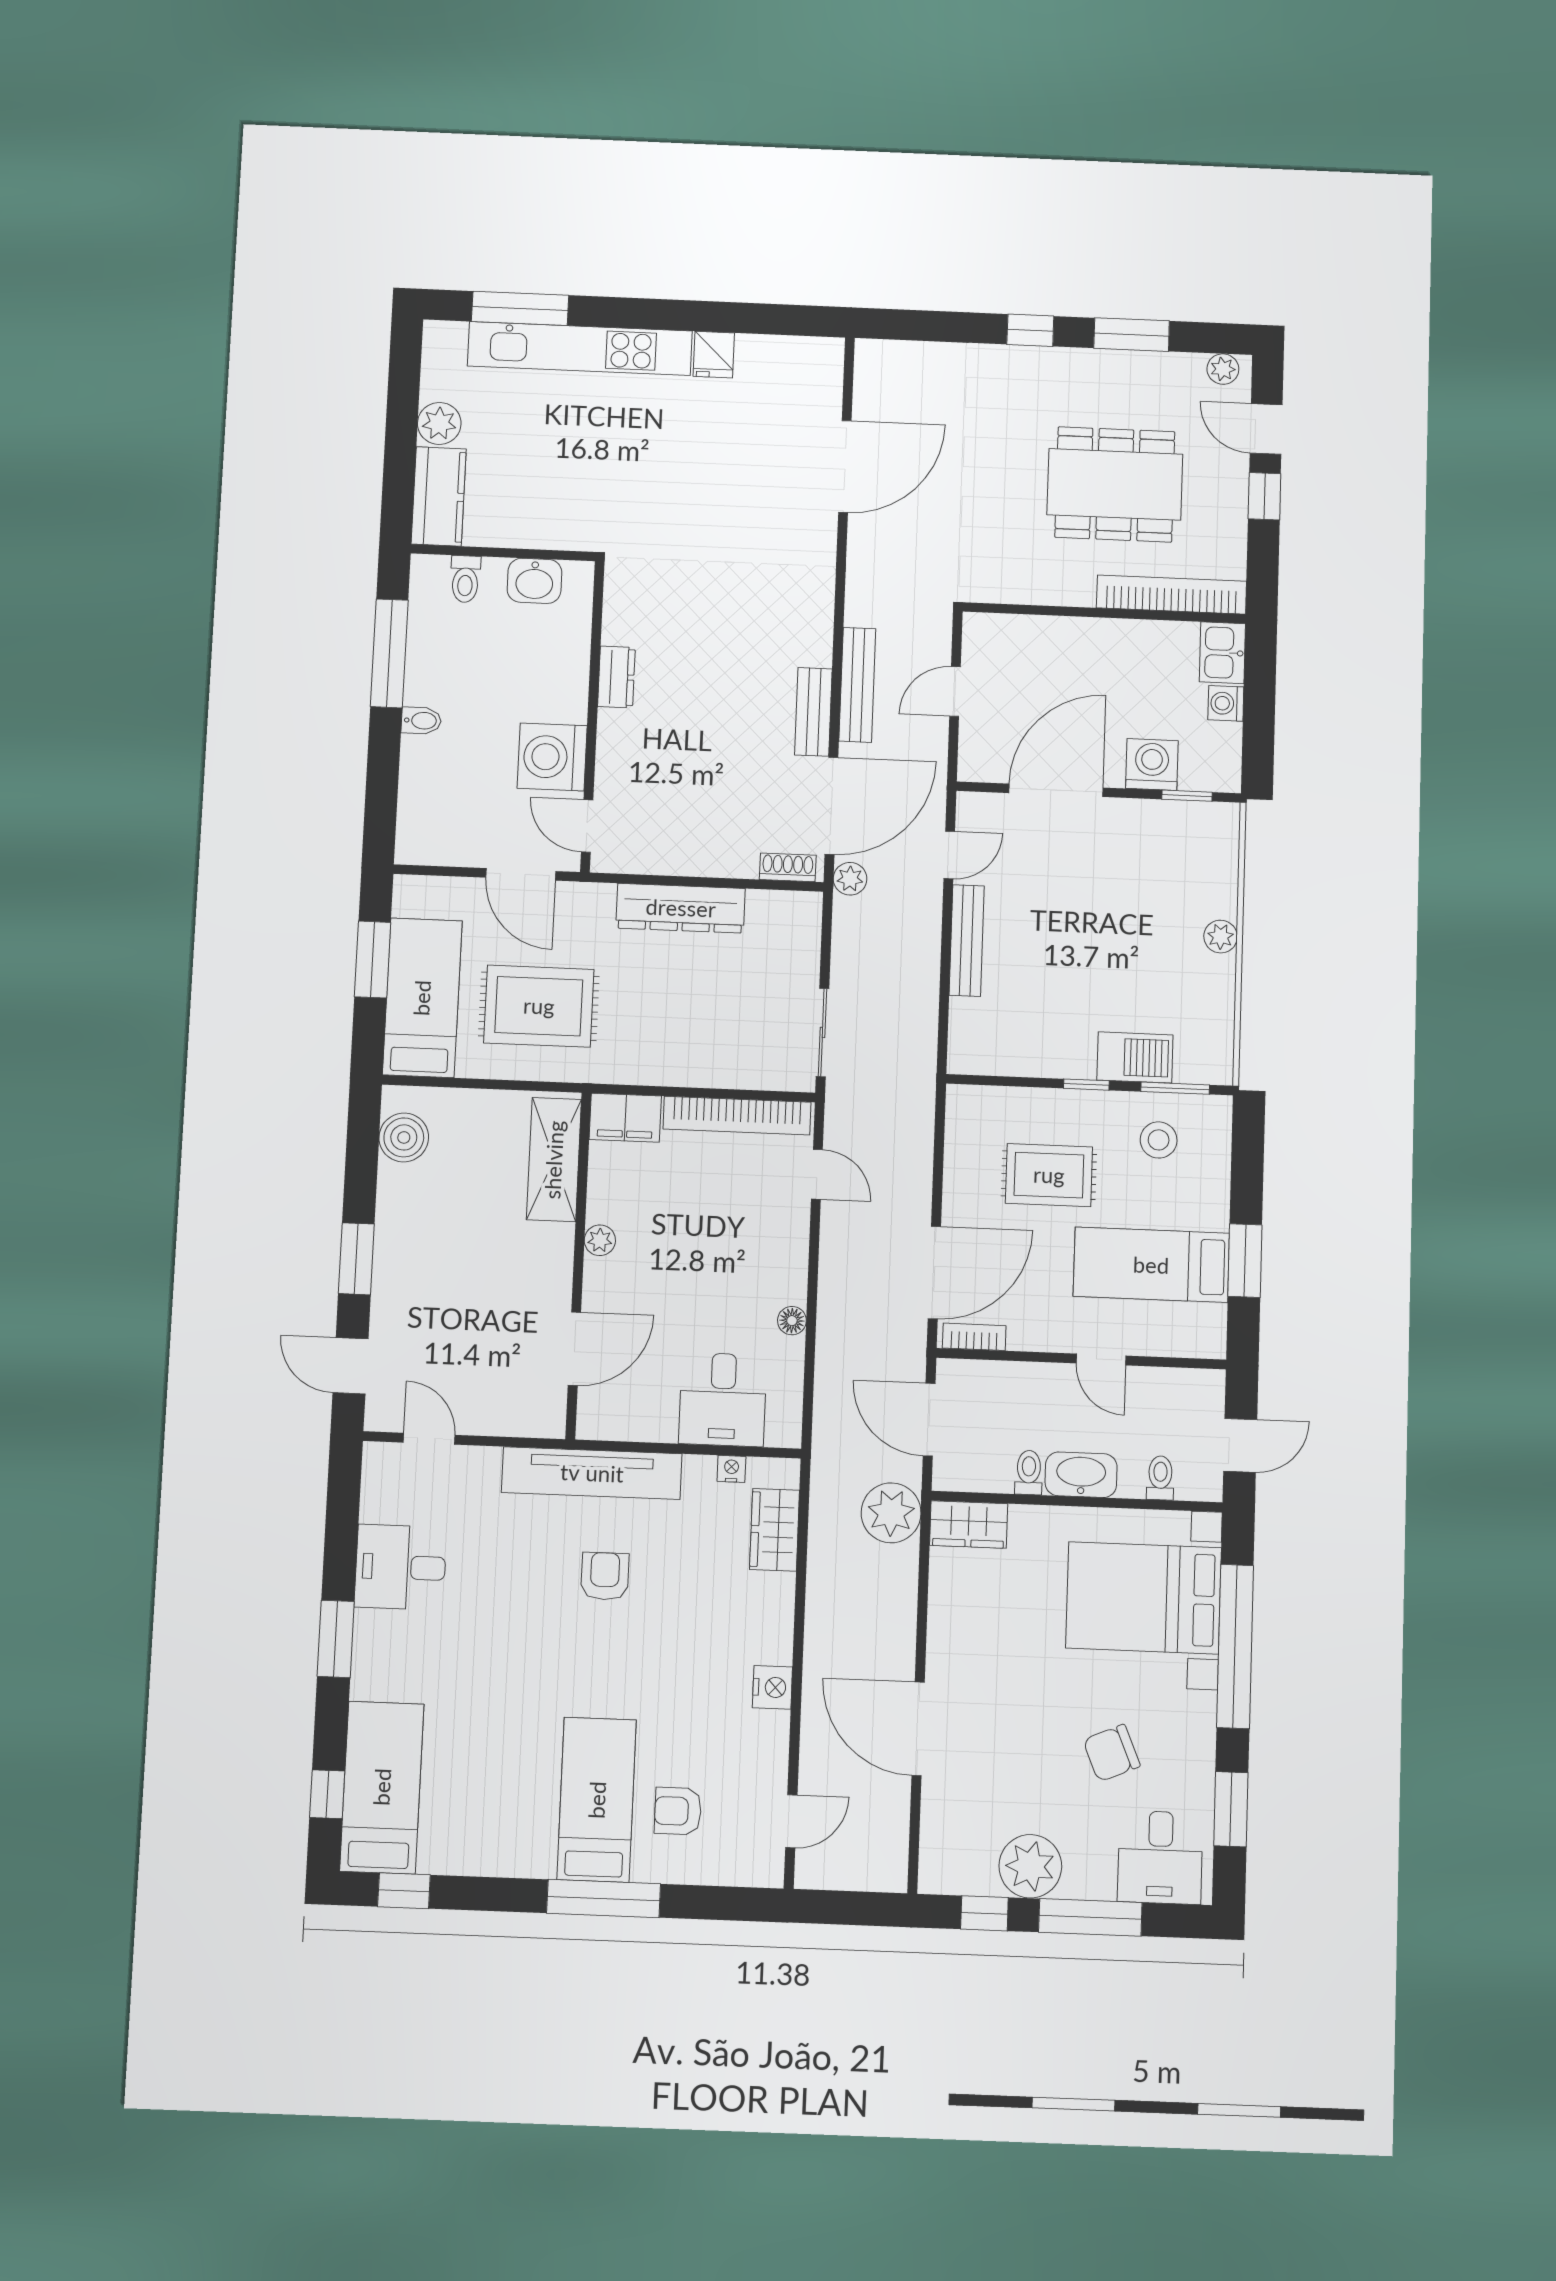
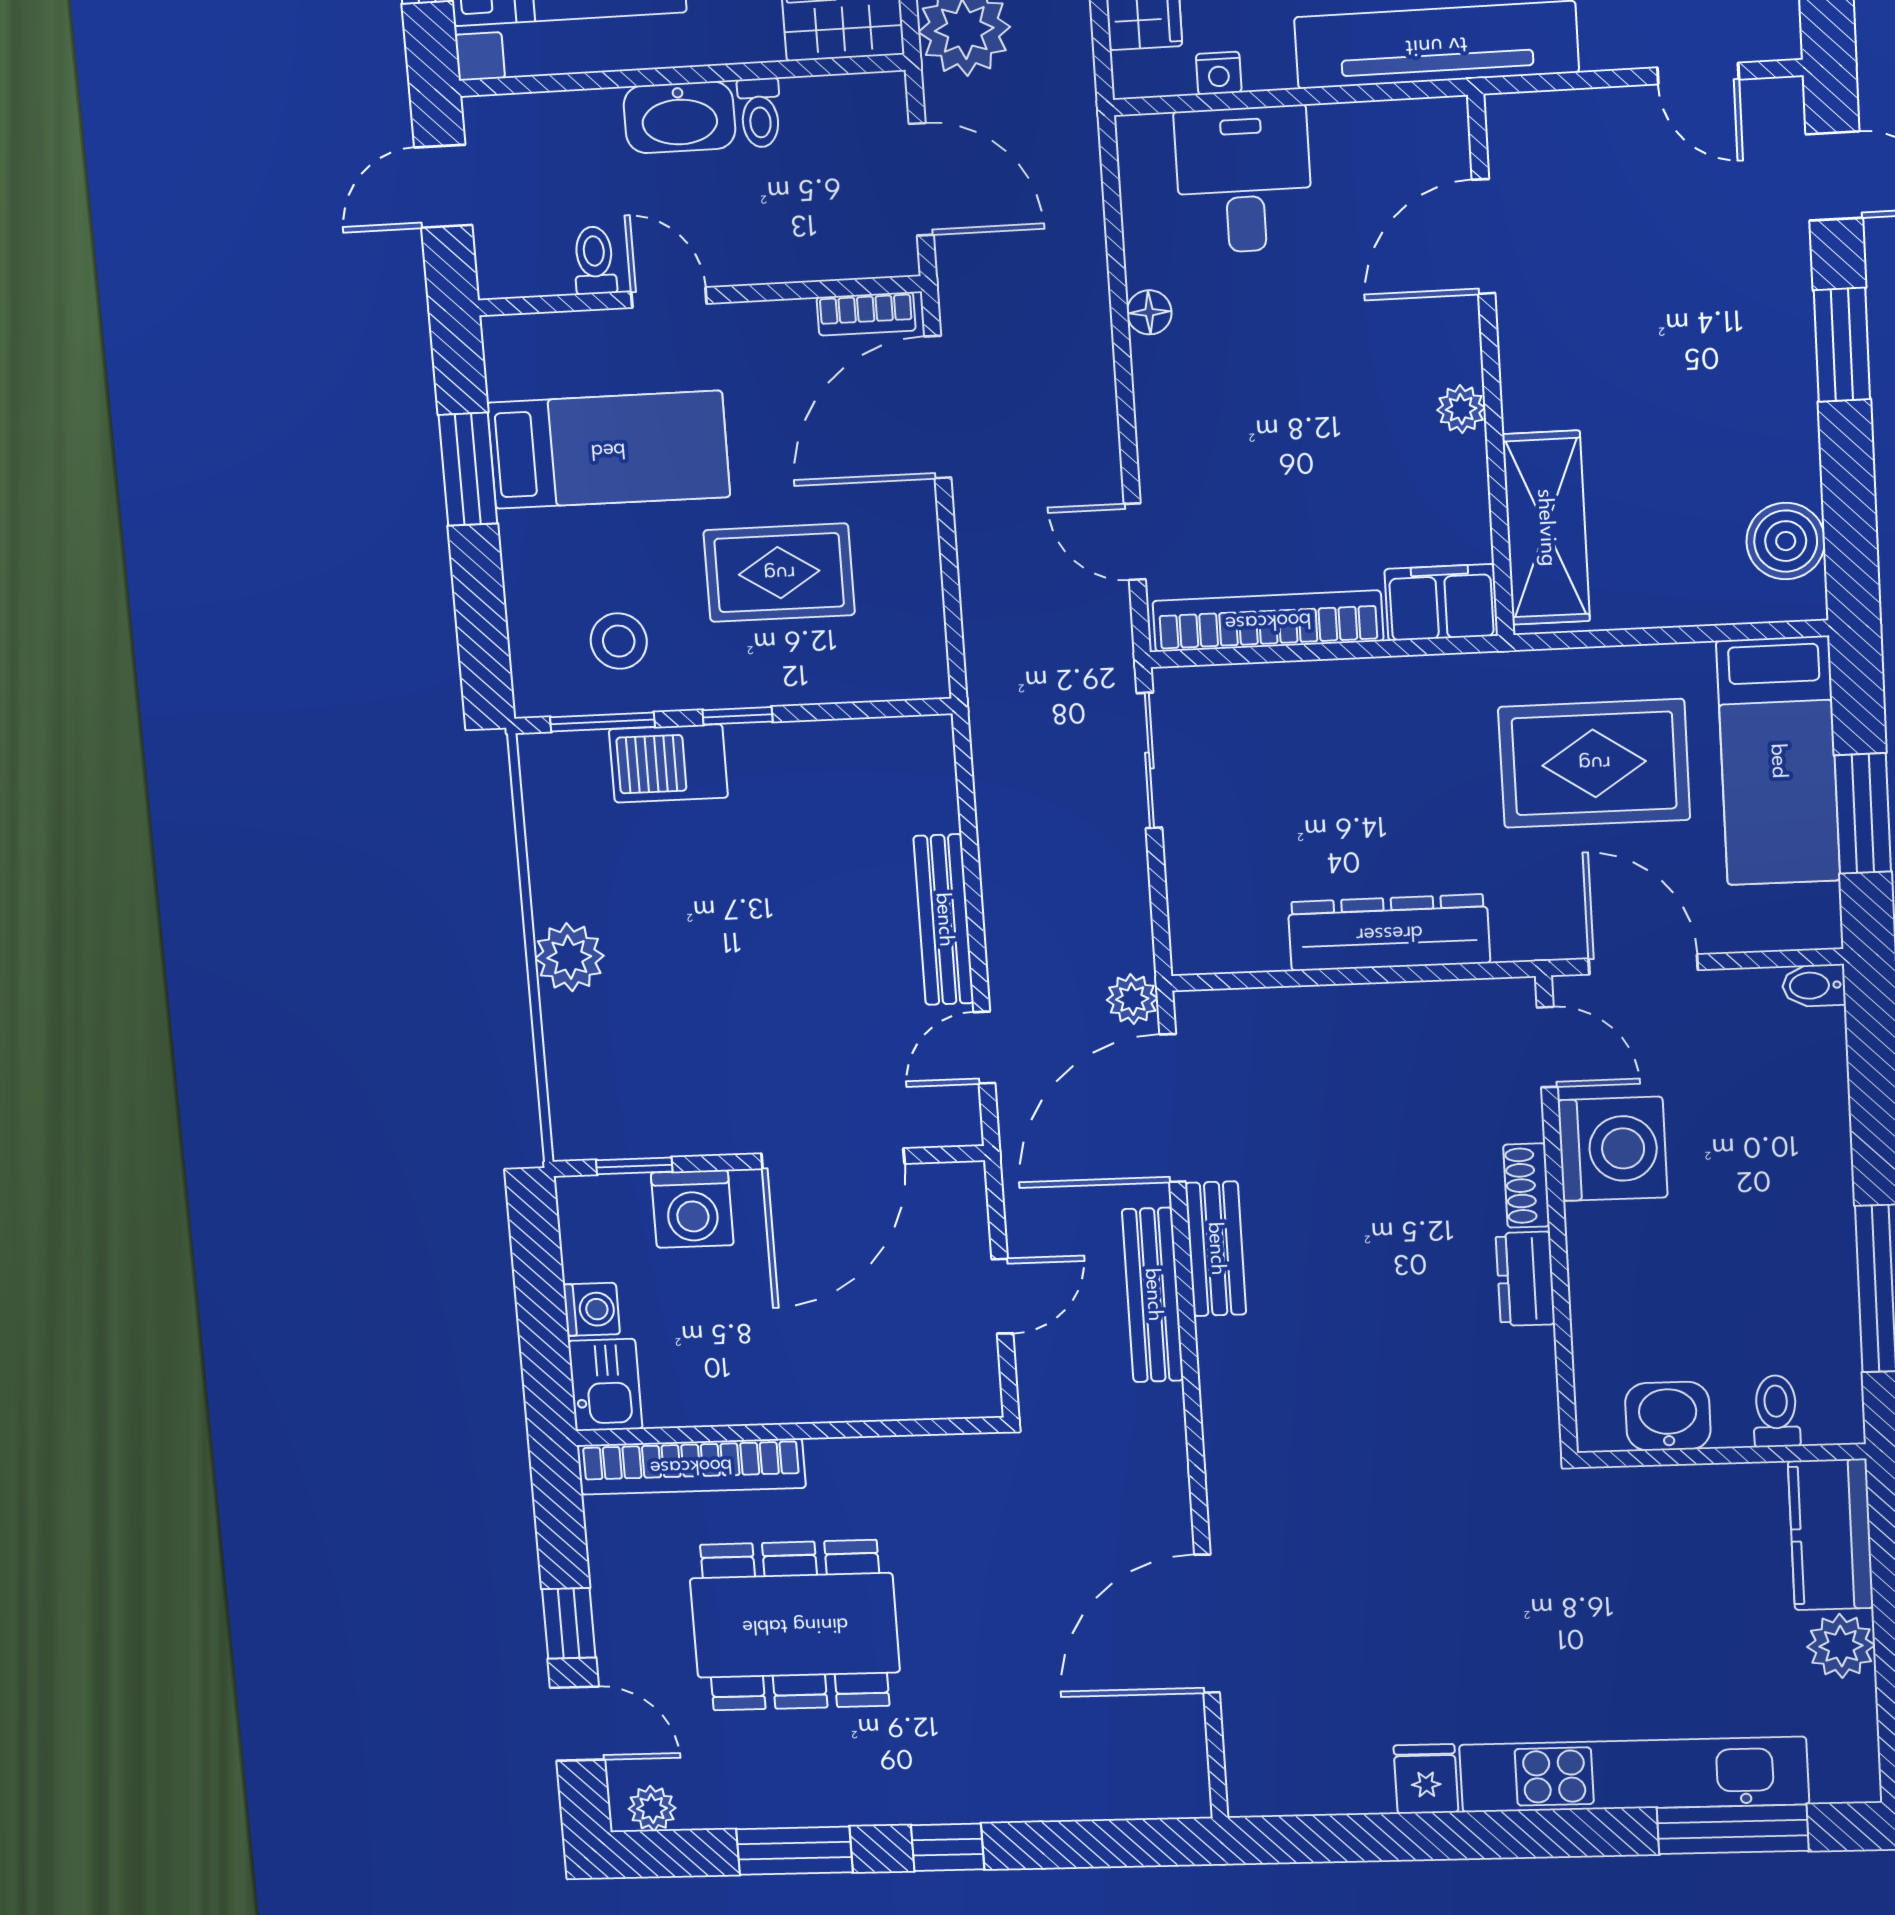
bidet: (421, 721) -> (1814, 985), moved
shoe rack: (788, 867) -> (1526, 1185), moved, turned 90
plant: (1221, 937) -> (569, 957), width x1.38, depth x1.38
toilet: (1160, 1478) -> (595, 260), moved, turned 180

